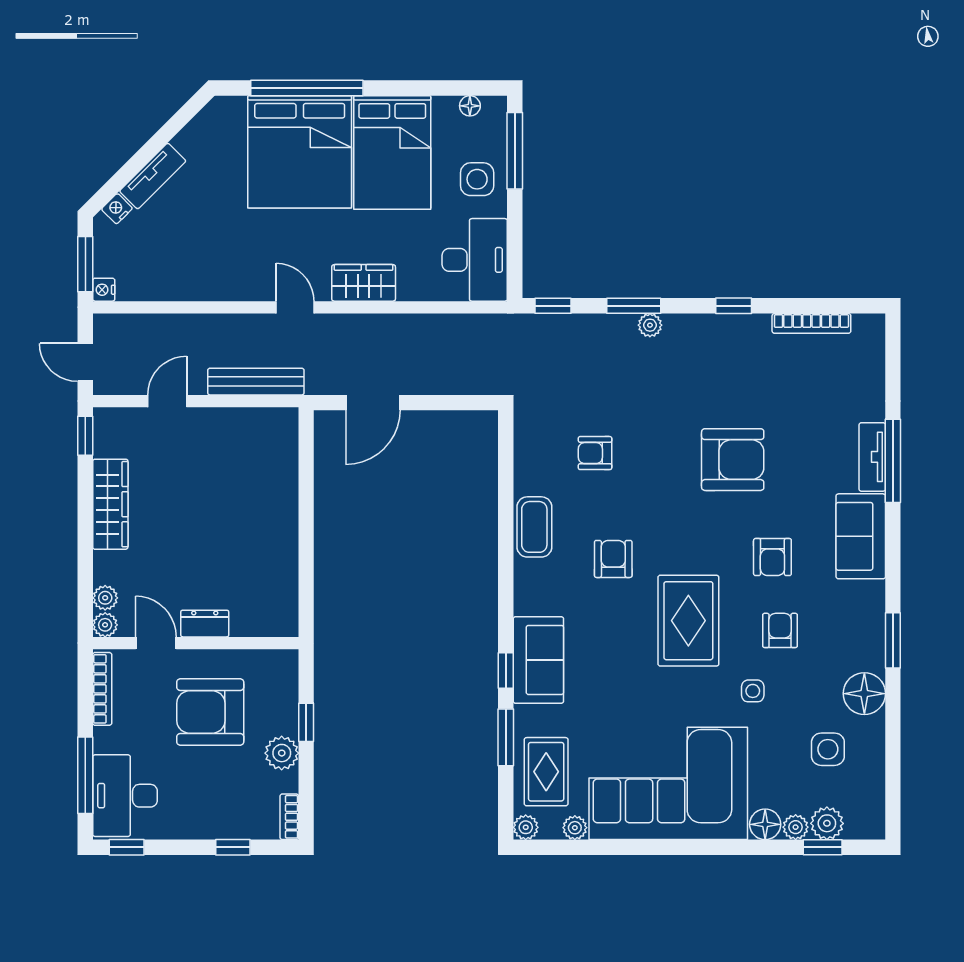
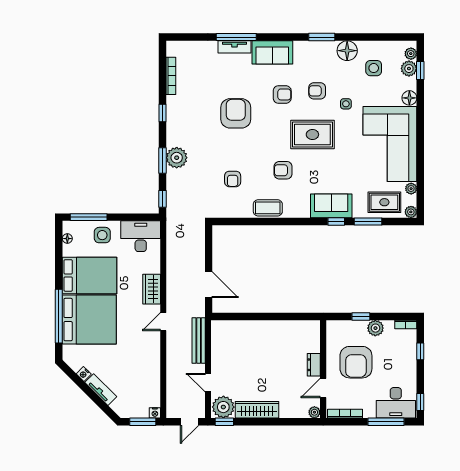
nightstand: (117, 209) -> (84, 374), moved
plant: (650, 325) -> (177, 158), width x1.87, depth x1.87
plant: (105, 598) -> (223, 407), moved, width x1.88, depth x1.88
plant: (796, 827) -> (411, 54), moved

